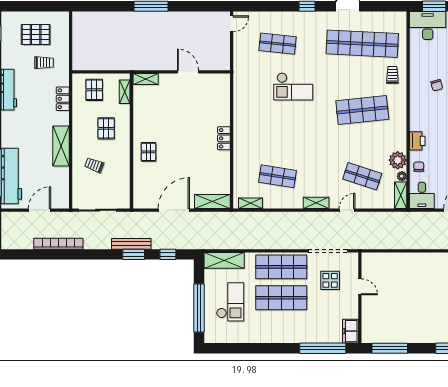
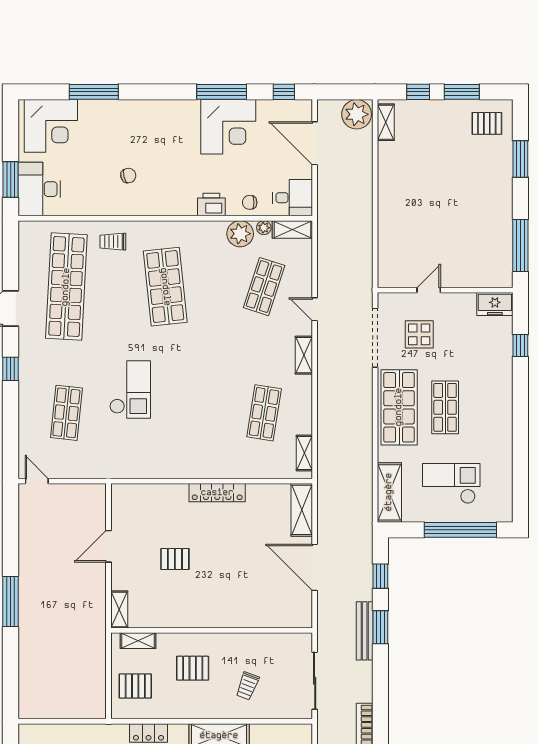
locker: (224, 138) -> (217, 493), width x1.53
pallet: (149, 152) -> (175, 559), moved
shop shelf: (281, 298) -> (445, 407), width x0.70, depth x0.74
window: (323, 348) -> (520, 345), width x0.32

